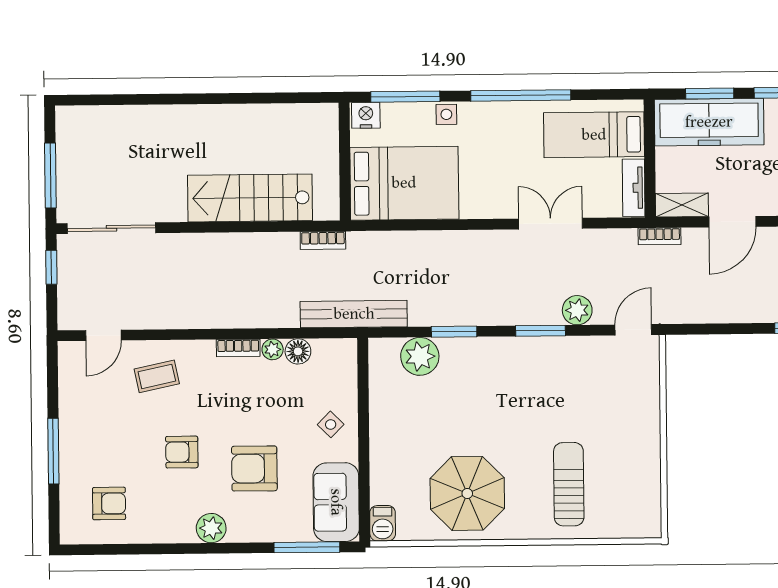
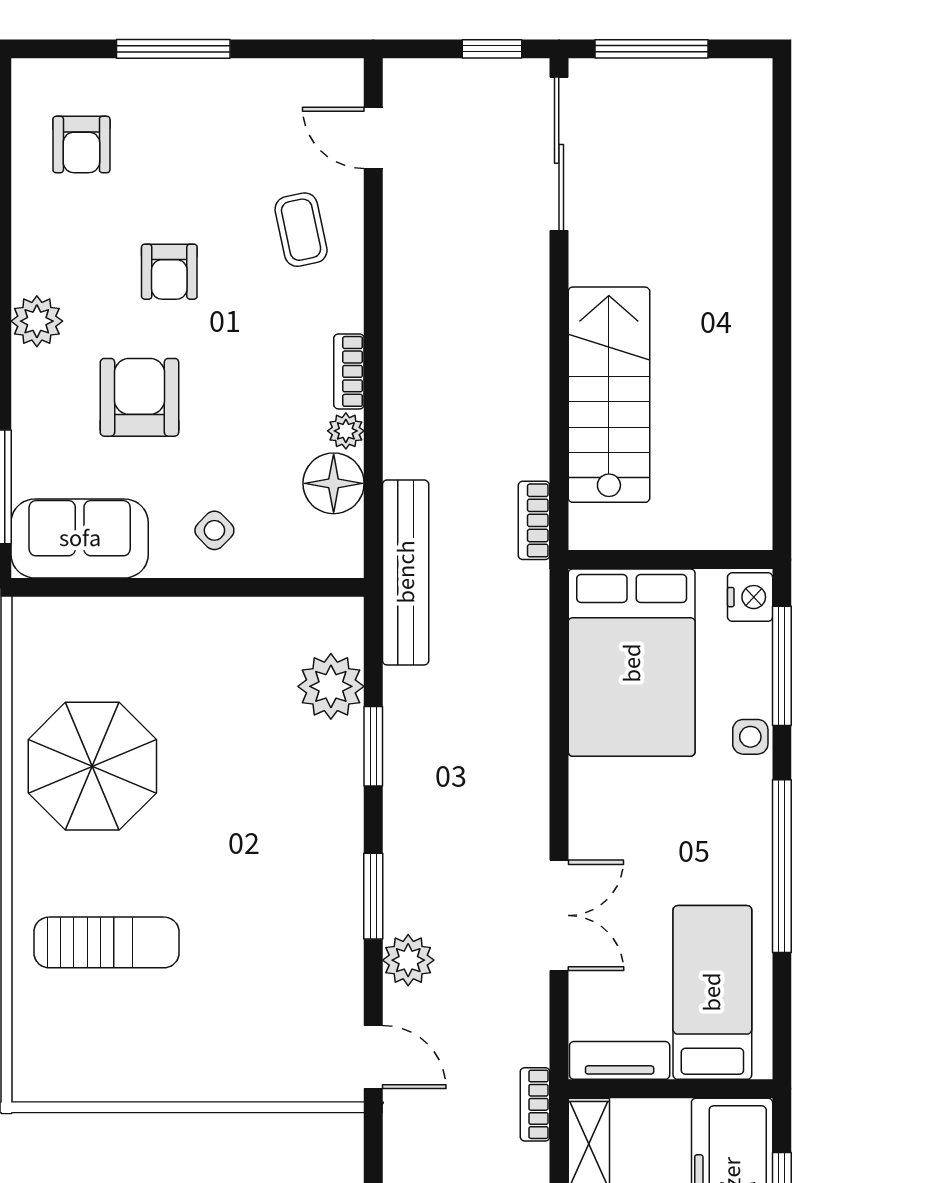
floor lamp: (298, 351) -> (334, 483), width x1.38, depth x1.38
armchair: (182, 452) -> (169, 272), turned 180
barbecue: (383, 523) -> (42, 619), removed

